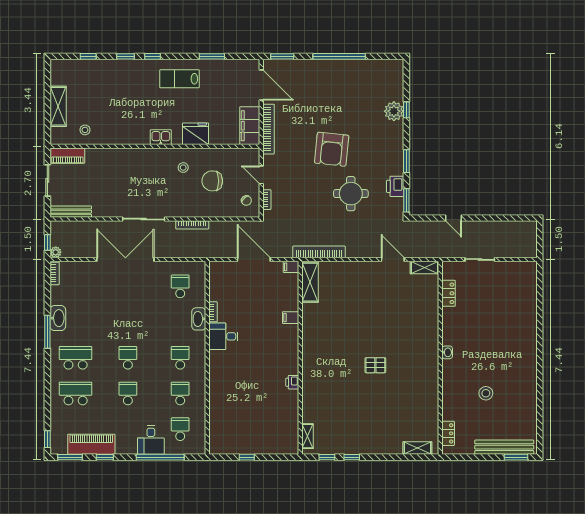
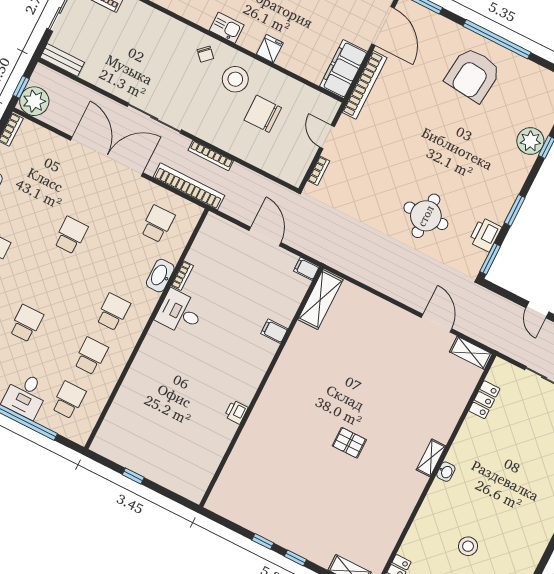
fridge: (195, 134) -> (270, 49), width x0.53, depth x0.75
armchair: (332, 149) -> (473, 75), moved
stool: (183, 168) -> (235, 79), width x1.89, depth x1.89
chair: (246, 201) -> (205, 54), moved
bench: (71, 212) -> (62, 60), width x0.73
plant: (56, 252) -> (34, 101), width x1.87, depth x1.87
bookcase: (319, 252) -> (189, 186), moved
door: (254, 259) -> (265, 236), width x0.73
school desk: (128, 358) -> (71, 235), moved
shelving: (308, 436) -> (431, 458), moved
window: (327, 457) -> (295, 558), moved

